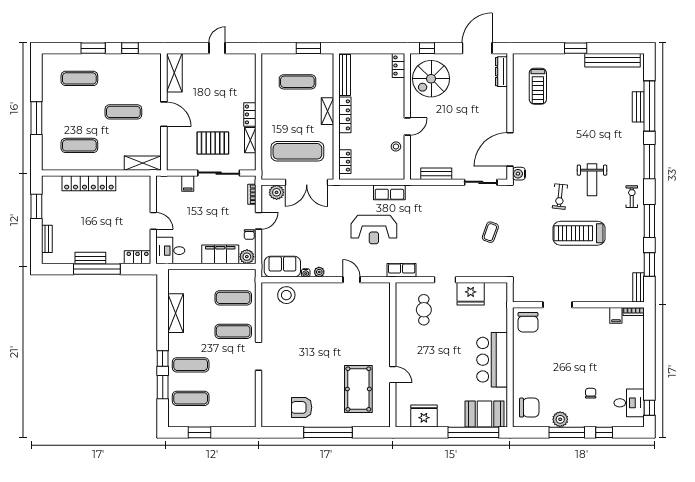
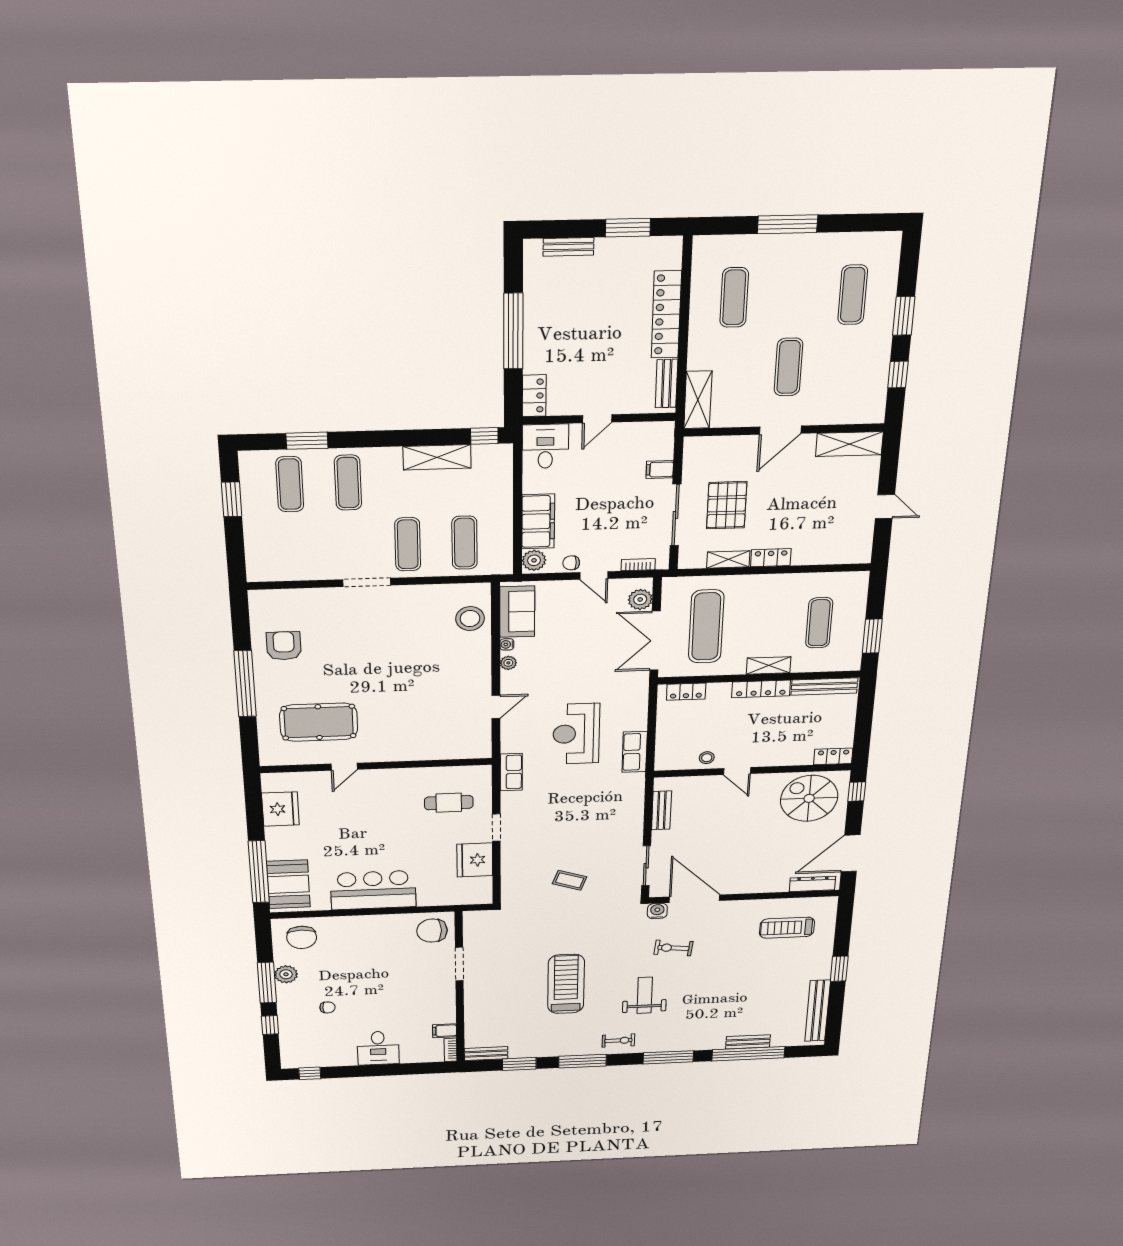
door: (477, 48) -> (851, 853), swing flipped
weight bench: (592, 180) -> (645, 995), turned 90
exercise bike: (560, 197) -> (673, 948), moved
bench: (90, 258) -> (667, 384), moved
window: (163, 358) -> (484, 436), moved
desk: (629, 403) -> (378, 1048), moved

